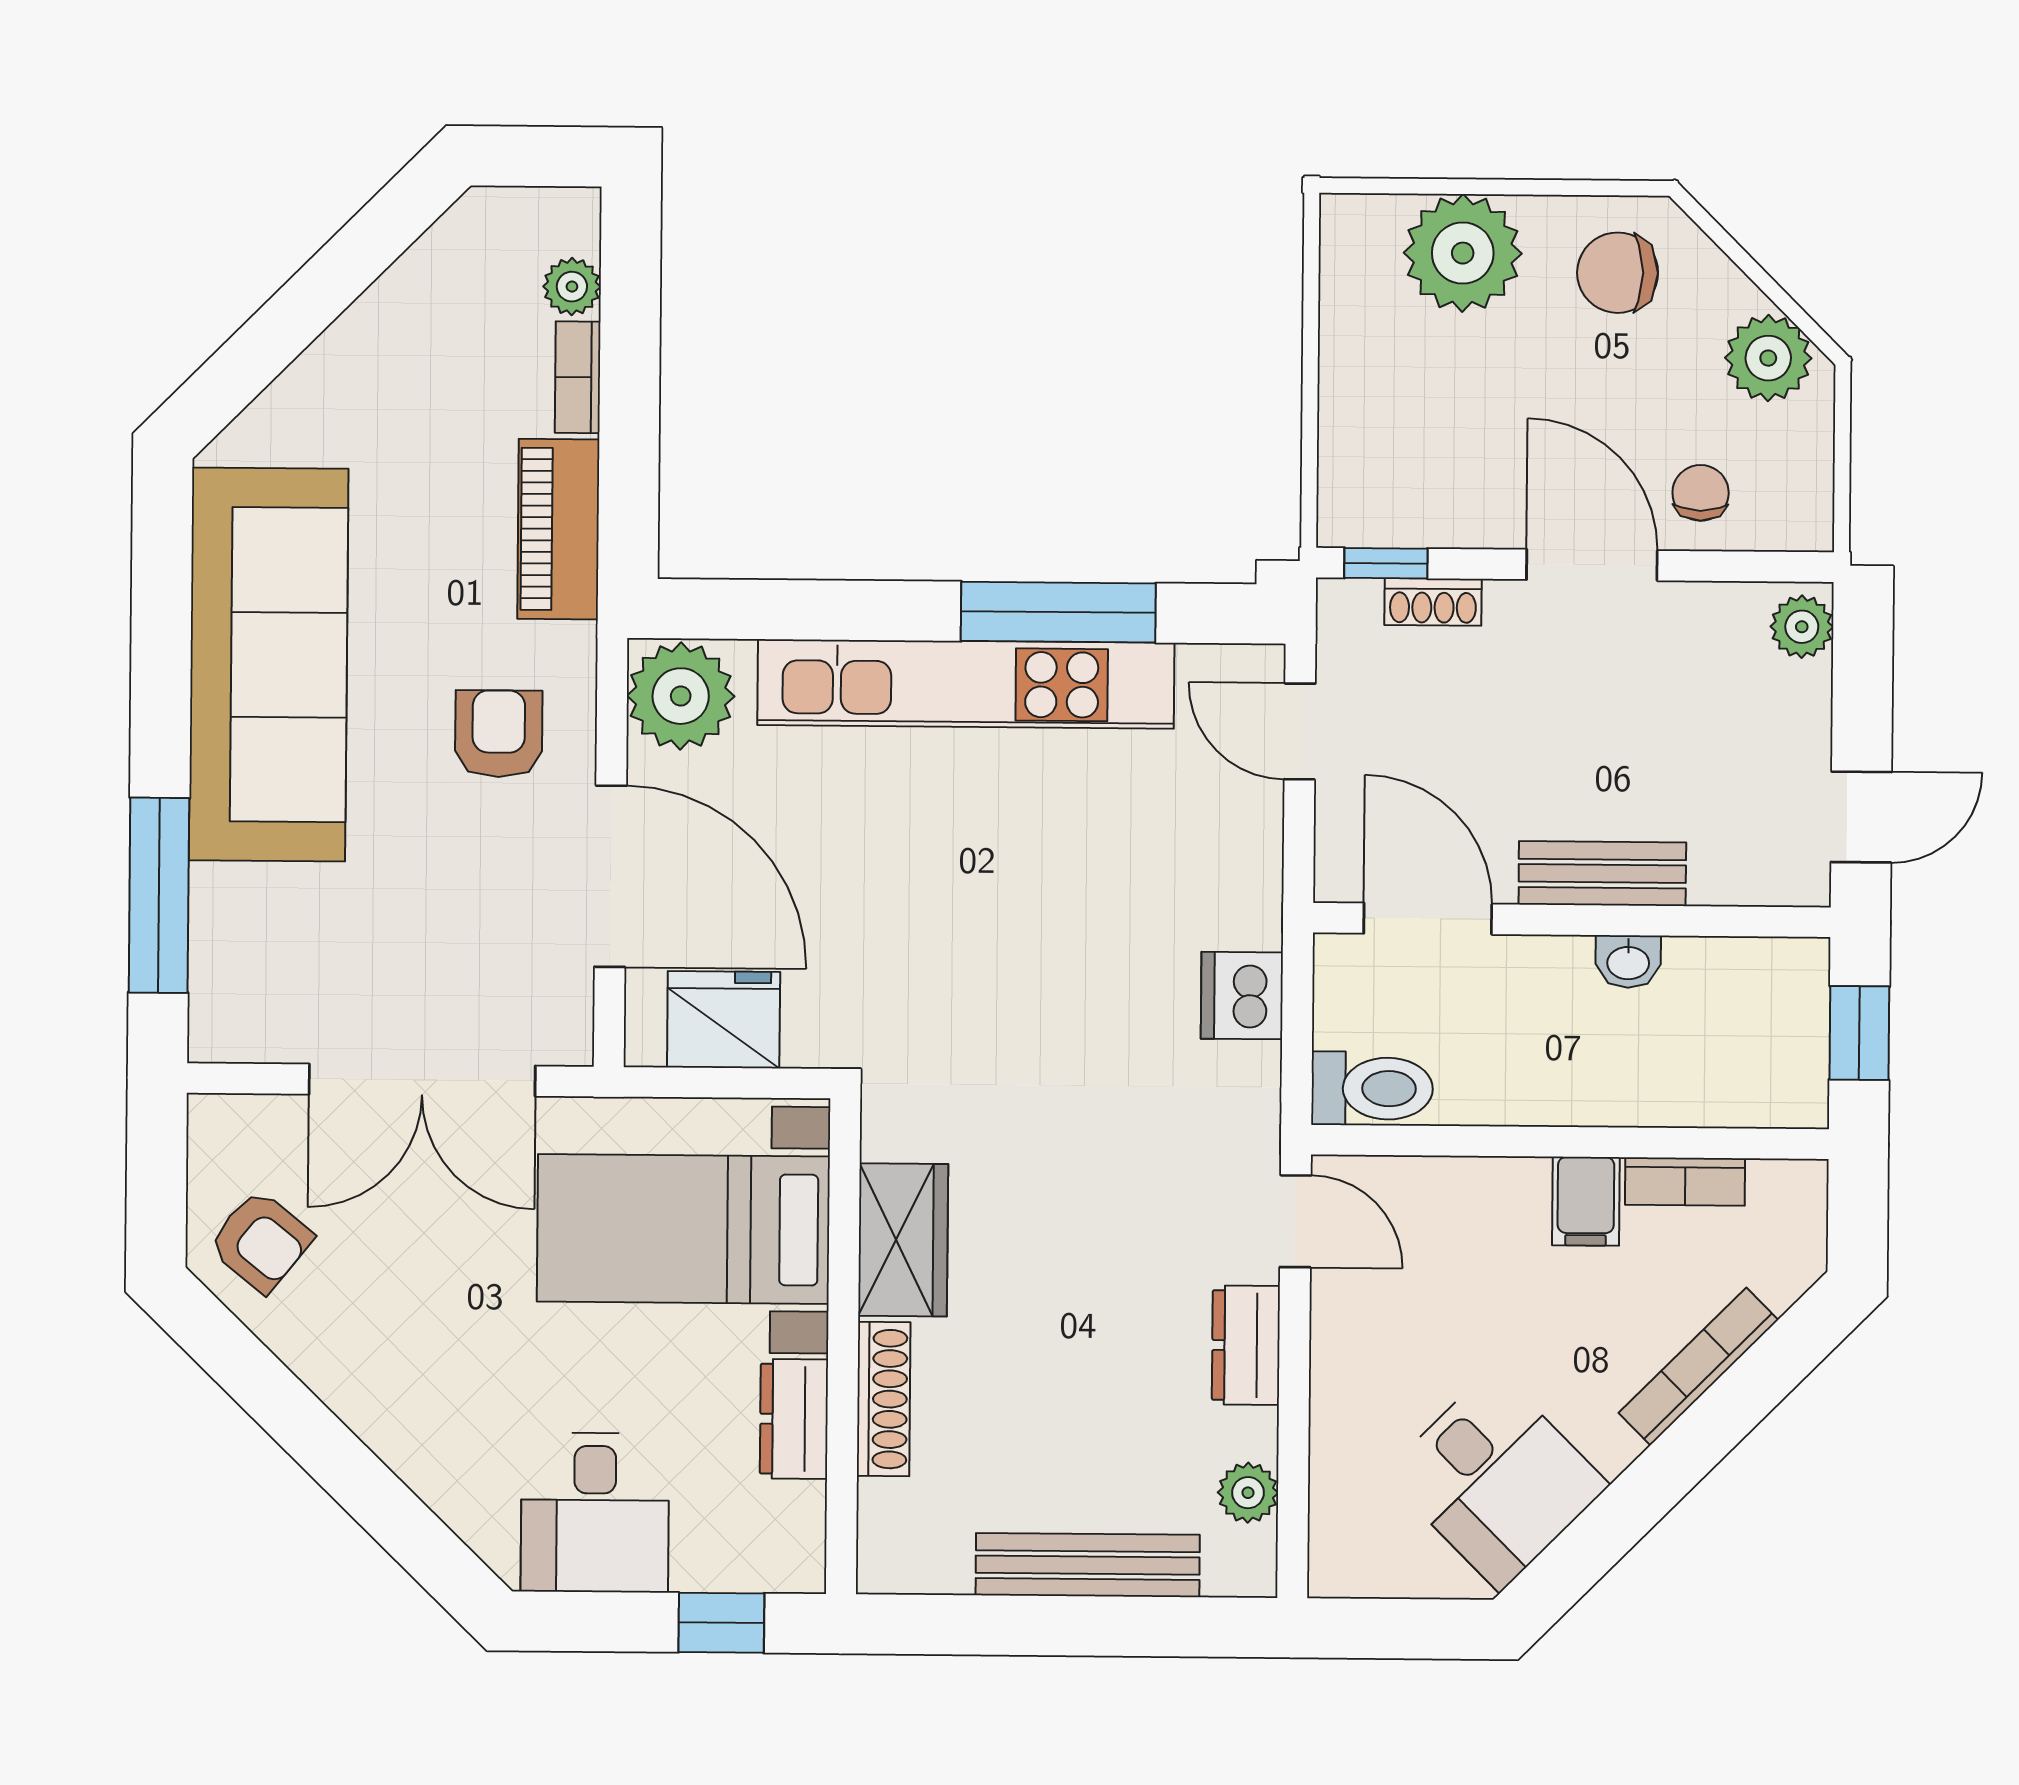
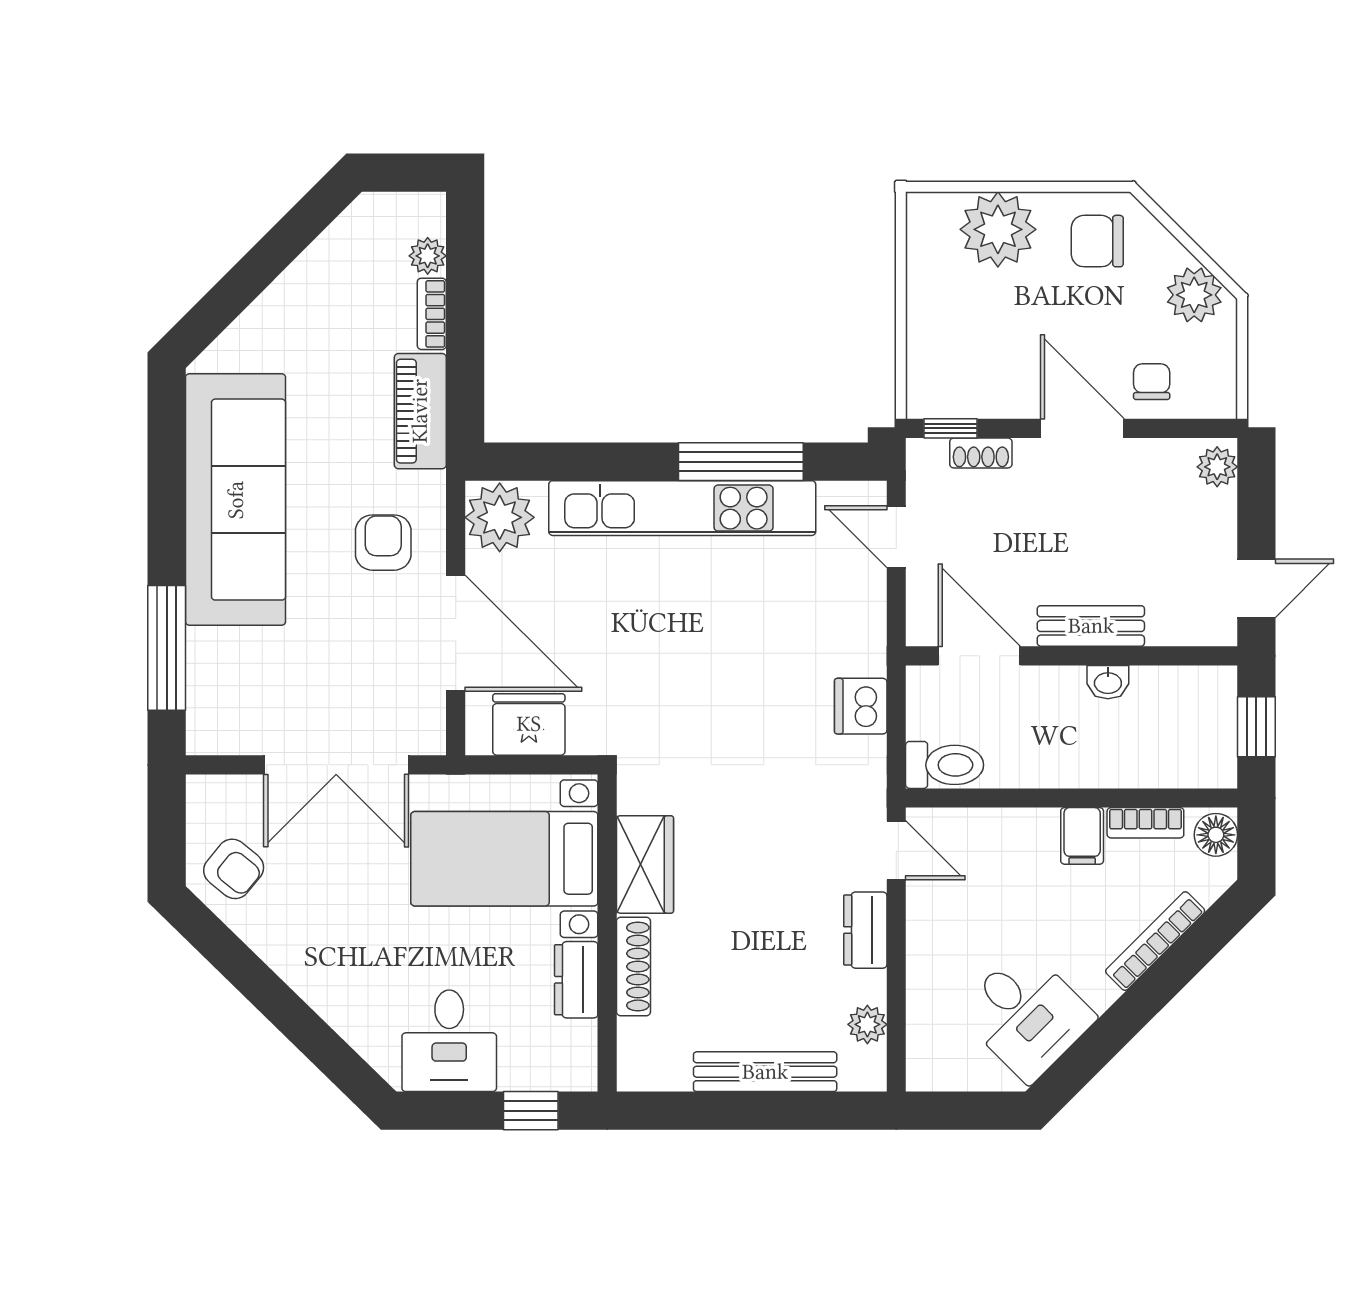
floor lamp: (1795, 1201) -> (1216, 835), added

